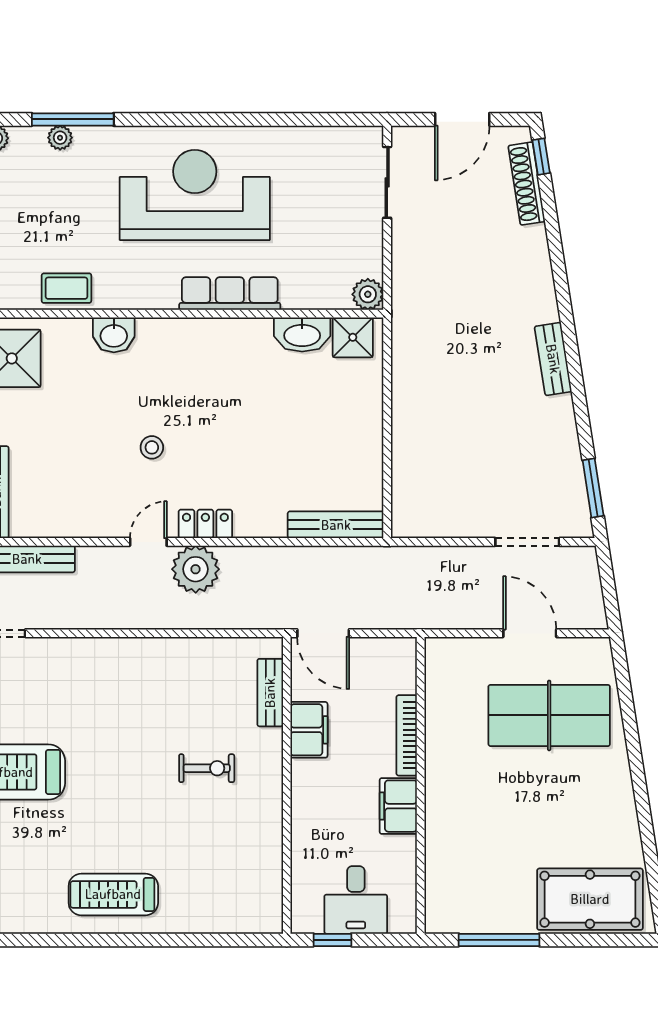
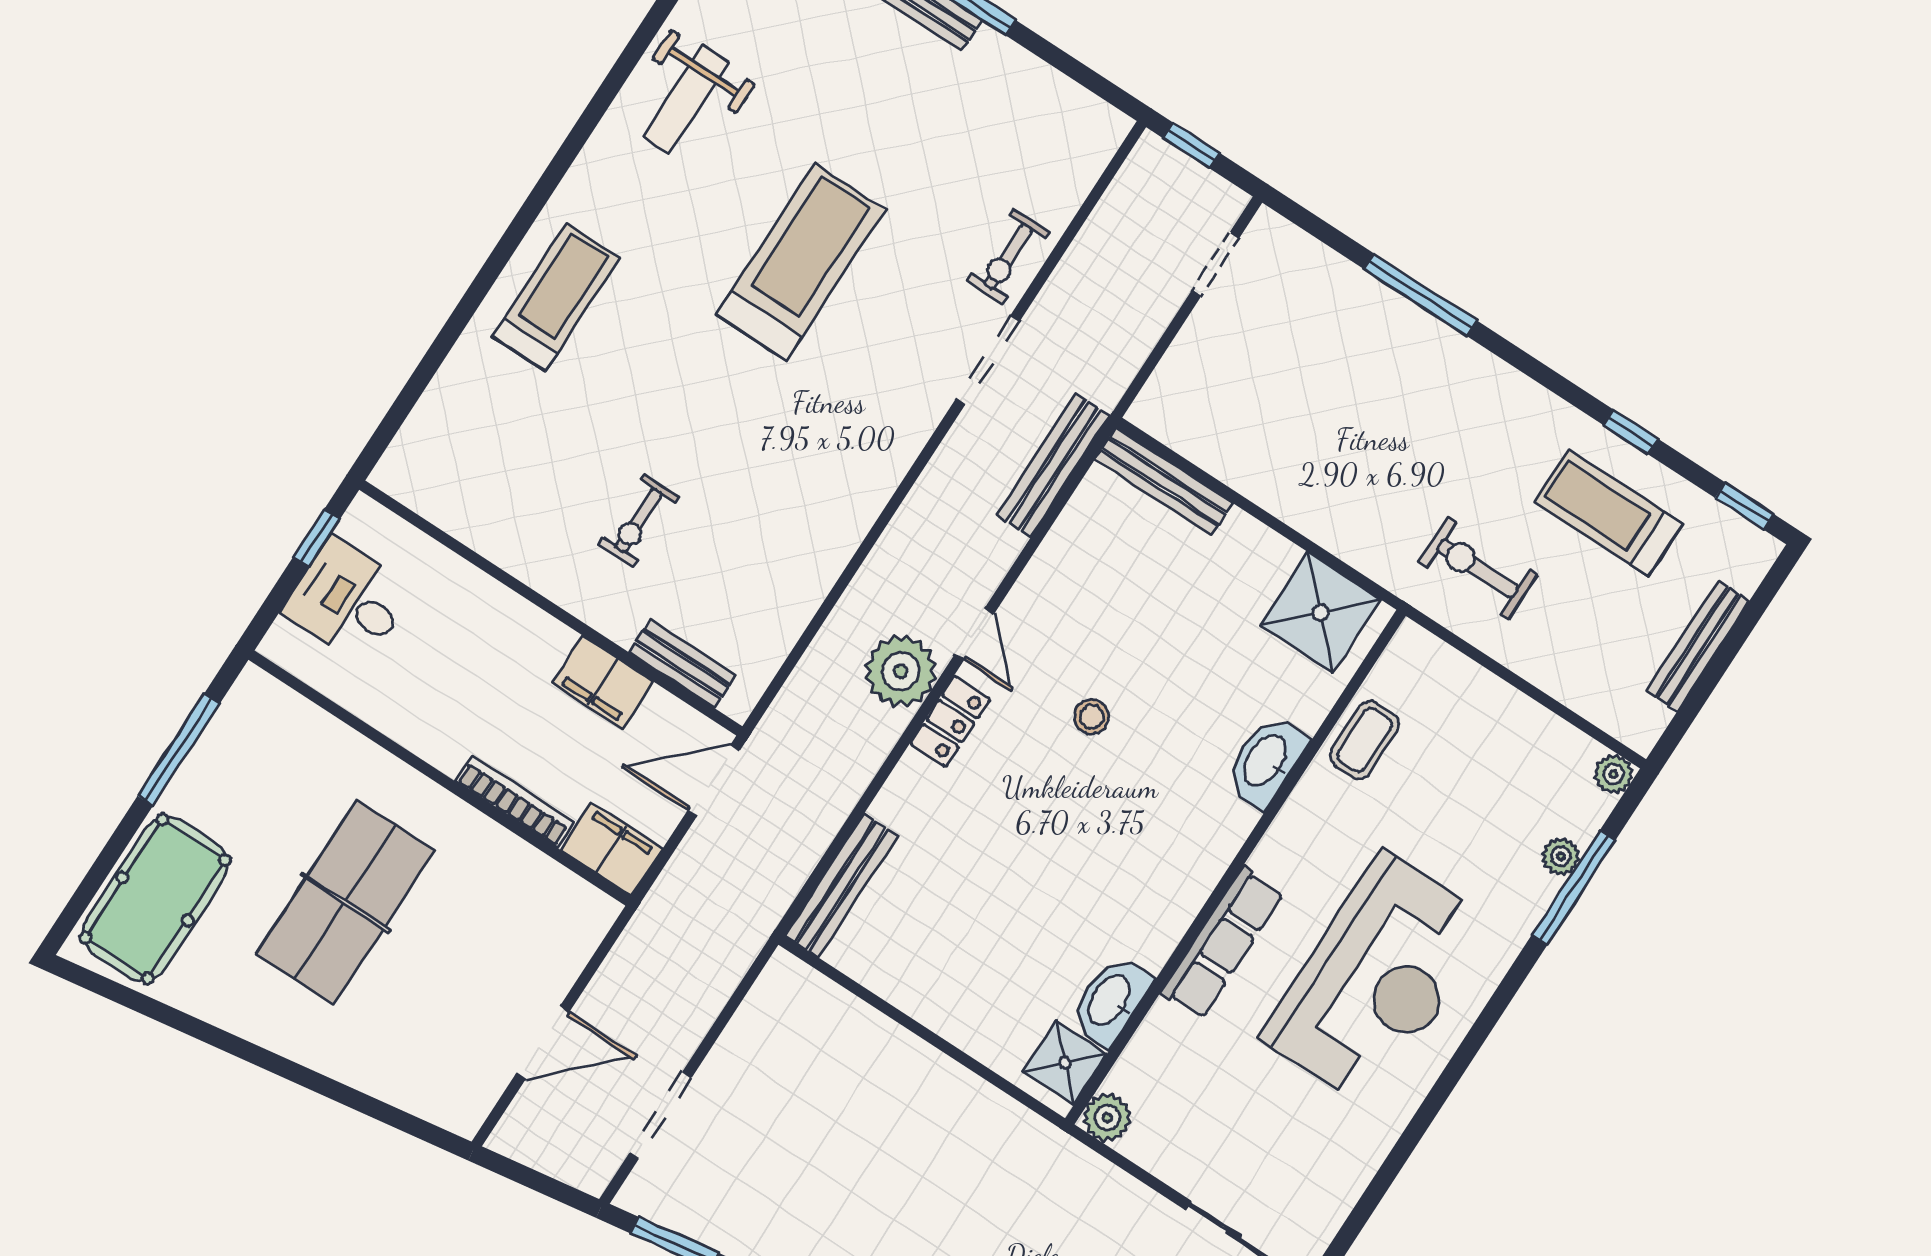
washbasin: (114, 335) -> (1266, 761), width x1.38
table tennis table: (549, 715) -> (345, 902), moved
filing cabinet: (398, 806) -> (611, 850), moved

